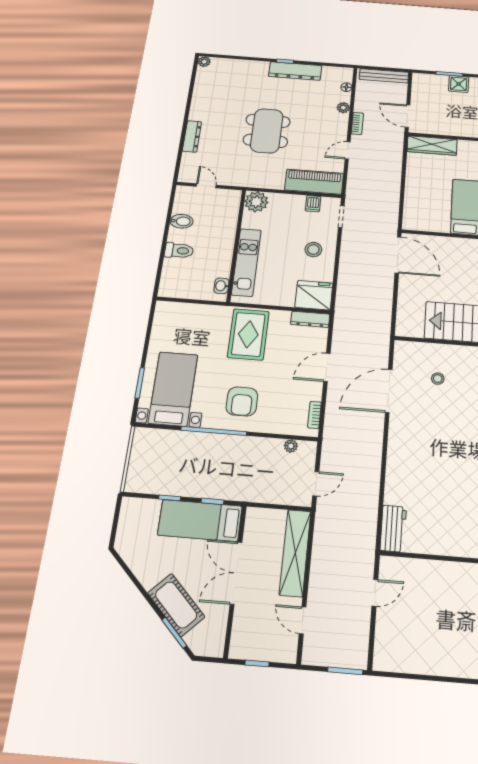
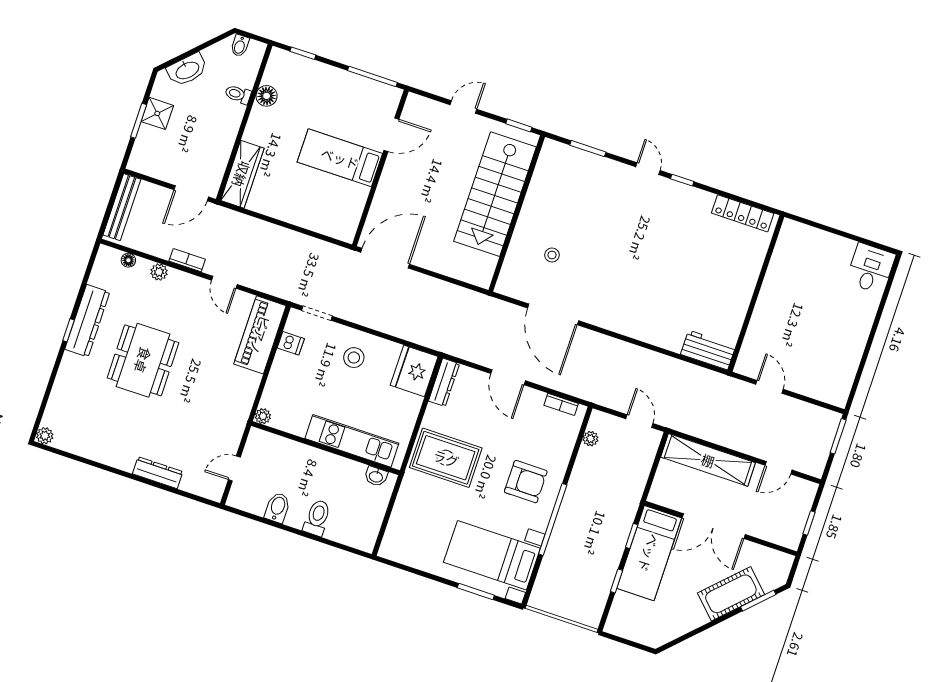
dining table: (267, 131) -> (143, 360), moved, turned 90
plant: (256, 202) -> (263, 416), width x0.53, depth x0.53

